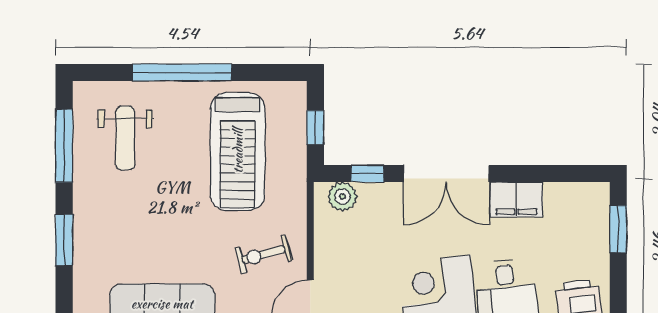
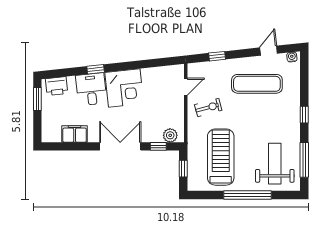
weight bench: (125, 138) -> (275, 164), width x1.36, depth x1.33
filing cabinet: (516, 199) -> (75, 134), moved
window: (618, 229) -> (37, 99), moved
window: (64, 240) -> (304, 115), width x0.67

